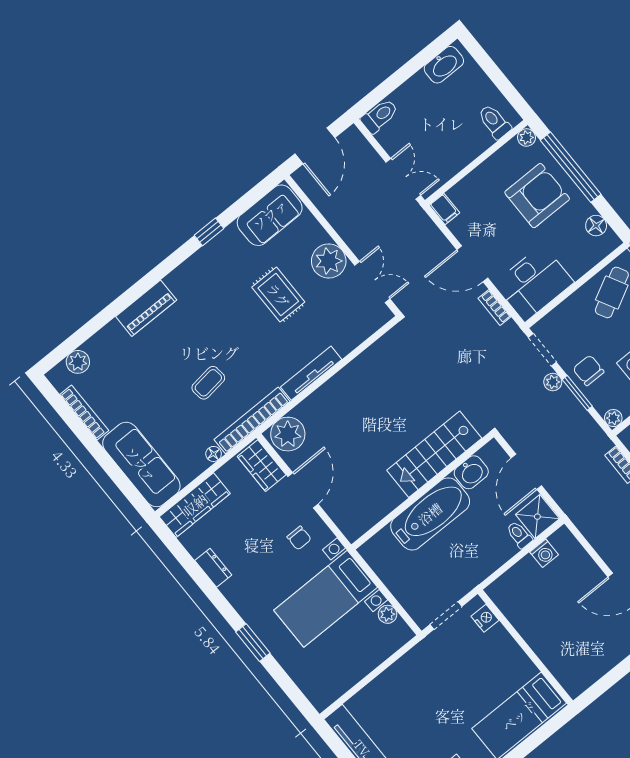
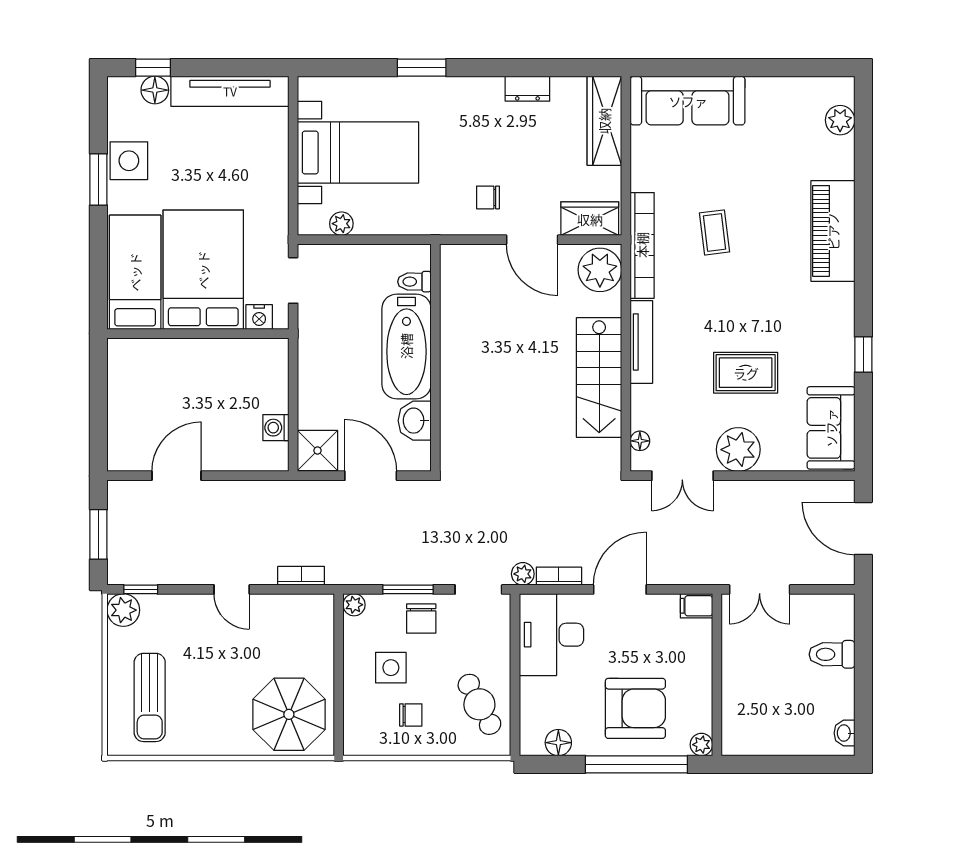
washbasin: (444, 65) -> (844, 733), width x0.52, depth x0.69
toilet: (380, 116) -> (832, 654), moved, turned 90
toilet: (494, 122) -> (743, 725), removed
armchair: (537, 196) -> (635, 708), turned -90
piano: (146, 308) -> (833, 231), width x1.37, depth x1.33
chair: (588, 370) -> (421, 619), turned 90
plant: (553, 382) -> (523, 574), moved
bookcase: (84, 412) -> (785, 86), removed
floor lamp: (214, 454) -> (640, 441), moved
stairs: (434, 454) -> (599, 378), moved, turned 180
toilet: (519, 535) -> (414, 282), moved, turned 180
bed with nightstands: (326, 599) -> (358, 153), moved, turned 90
bed: (484, 676) -> (203, 270), added

